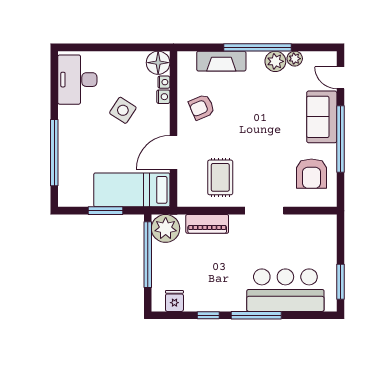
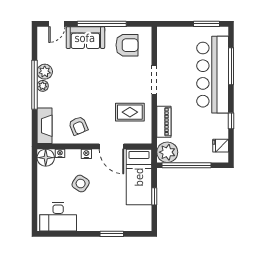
plant: (295, 59) -> (43, 86), moved
fireplace: (221, 61) -> (45, 126), moved
nightstand: (163, 97) -> (86, 154), moved
window: (54, 153) -> (112, 234), width x0.47
window: (105, 211) -> (154, 196), width x0.67
bar counter: (285, 290) -> (213, 75), width x1.36
window: (256, 315) -> (231, 66), moved

